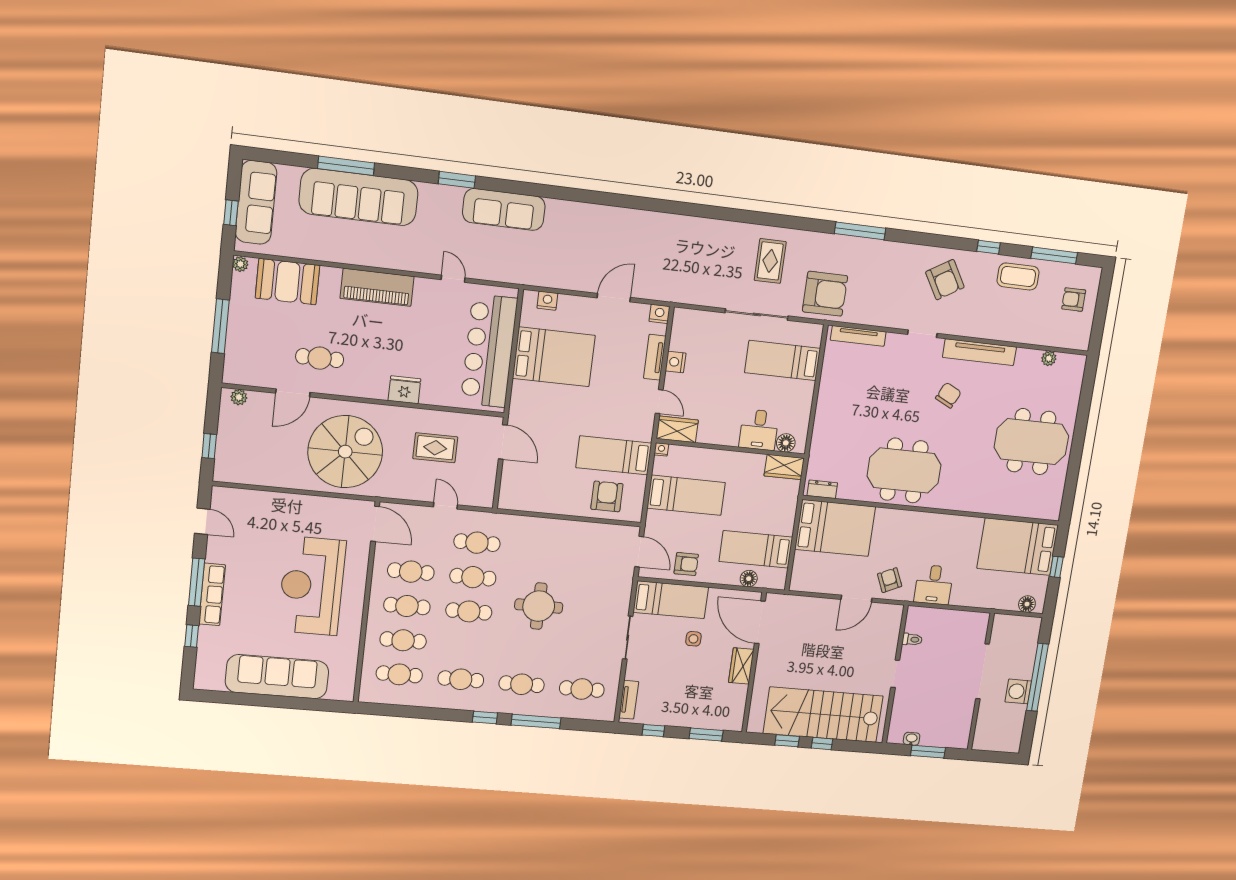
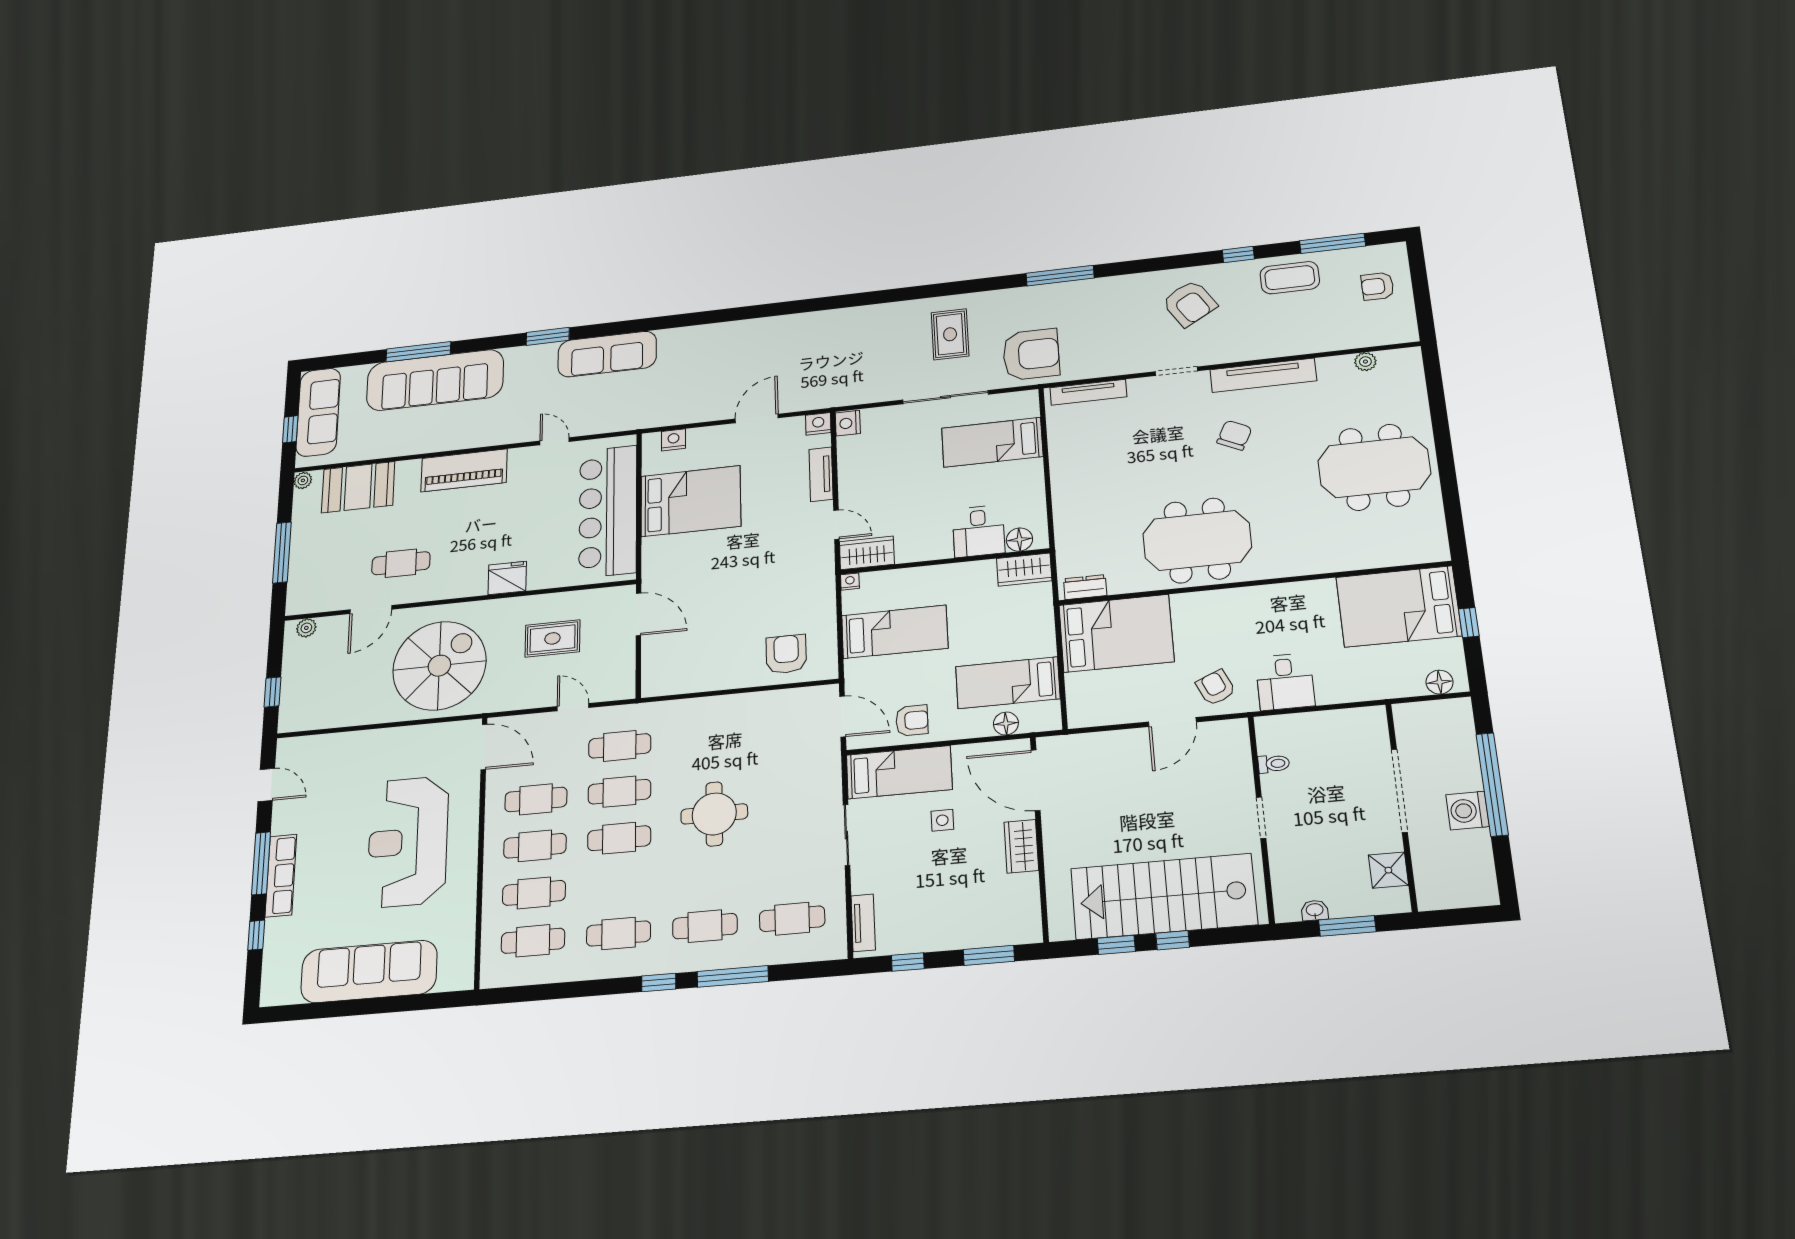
nightstand: (676, 362) -> (848, 423), moved
bed: (614, 455) -> (787, 601), removed
shower: (962, 721) -> (1388, 870), added

